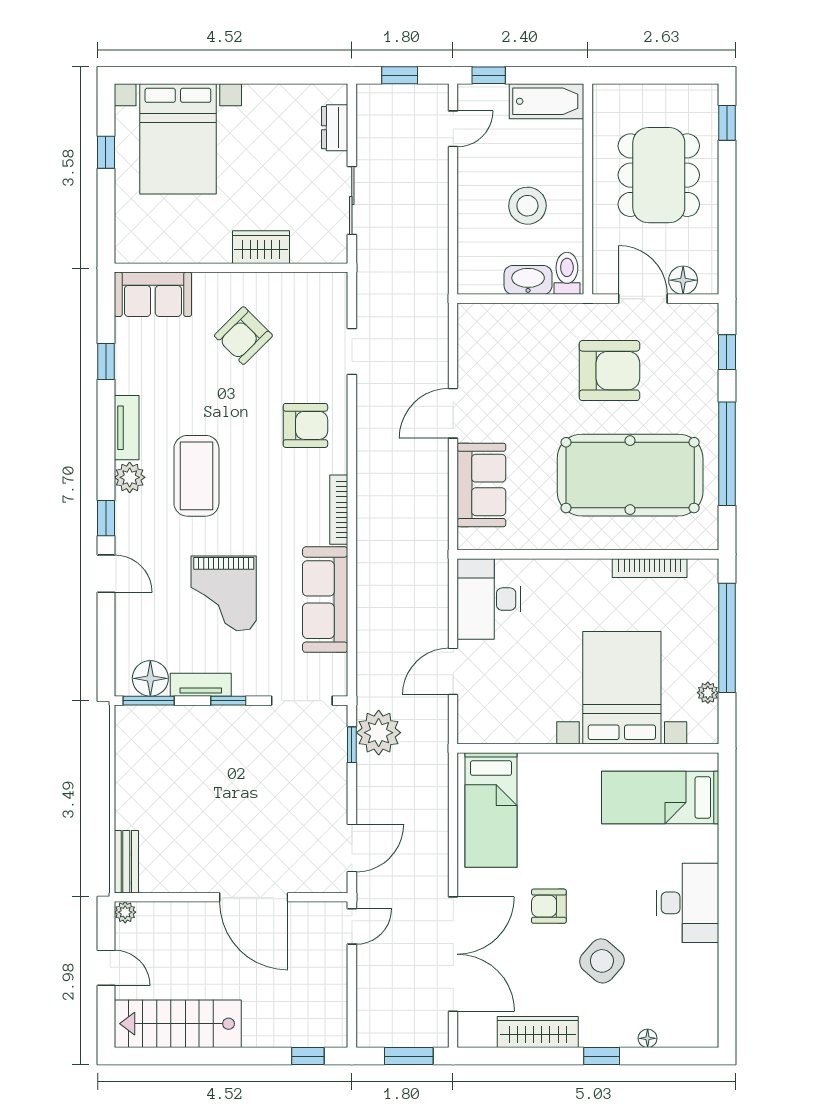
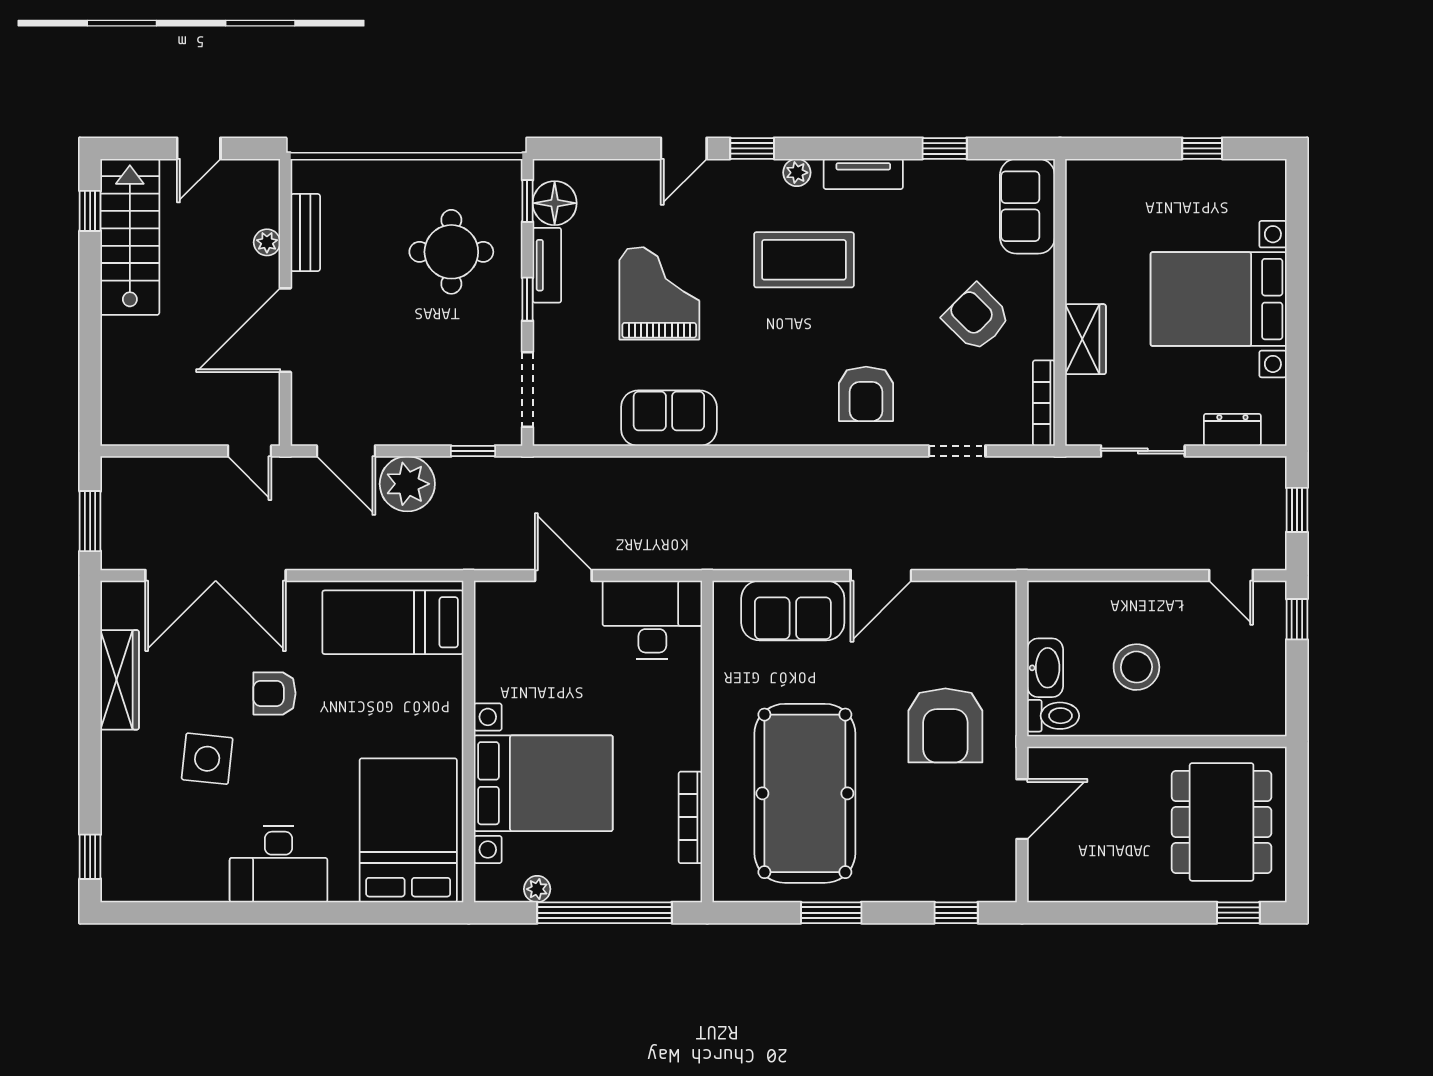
bathtub: (546, 101) -> (1265, 690), removed
bed with nightstands: (178, 139) -> (1219, 299), moved
dining table: (659, 175) -> (1222, 822), moved, turned 90
floor lamp: (683, 280) -> (1045, 859), removed
armchair: (609, 371) -> (945, 725), moved
door: (453, 413) -> (881, 575), swing flipped
window: (727, 454) -> (831, 913), width x0.47
plant: (130, 477) -> (797, 173), width x0.73, depth x0.73
bookcase: (339, 510) -> (1044, 403), moved, turned -90
grand piano: (224, 593) -> (659, 293), turned 90
sofa: (325, 600) -> (669, 418), width x0.73
window: (149, 701) -> (527, 201), width x0.67
plant: (379, 733) -> (407, 484), moved
round table: (190, 762) -> (451, 252), added
bed: (660, 797) -> (408, 830), width x1.50
bench: (126, 862) -> (305, 233), moved, turned 90
armchair: (549, 906) -> (274, 693), turned -90
plant: (125, 912) -> (267, 242), moved
side table: (602, 961) -> (207, 759), turned -35
floor lamp: (648, 1038) -> (112, 815), removed
window: (308, 1056) -> (90, 211), moved
window: (602, 1056) -> (90, 857), moved

